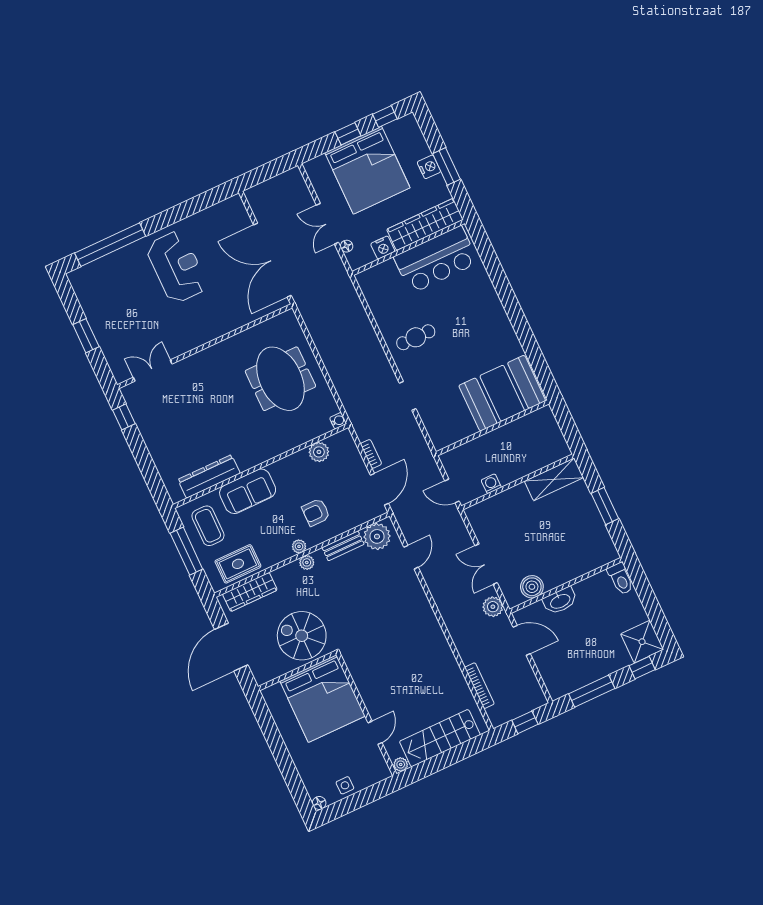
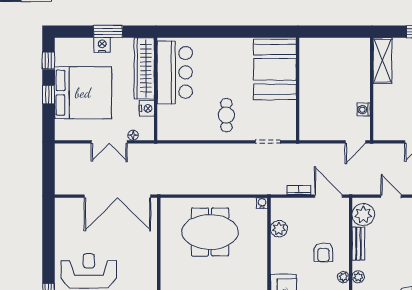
booth: (502, 393) -> (275, 69), moved
wall: (492, 428) -> (298, 89), moved

